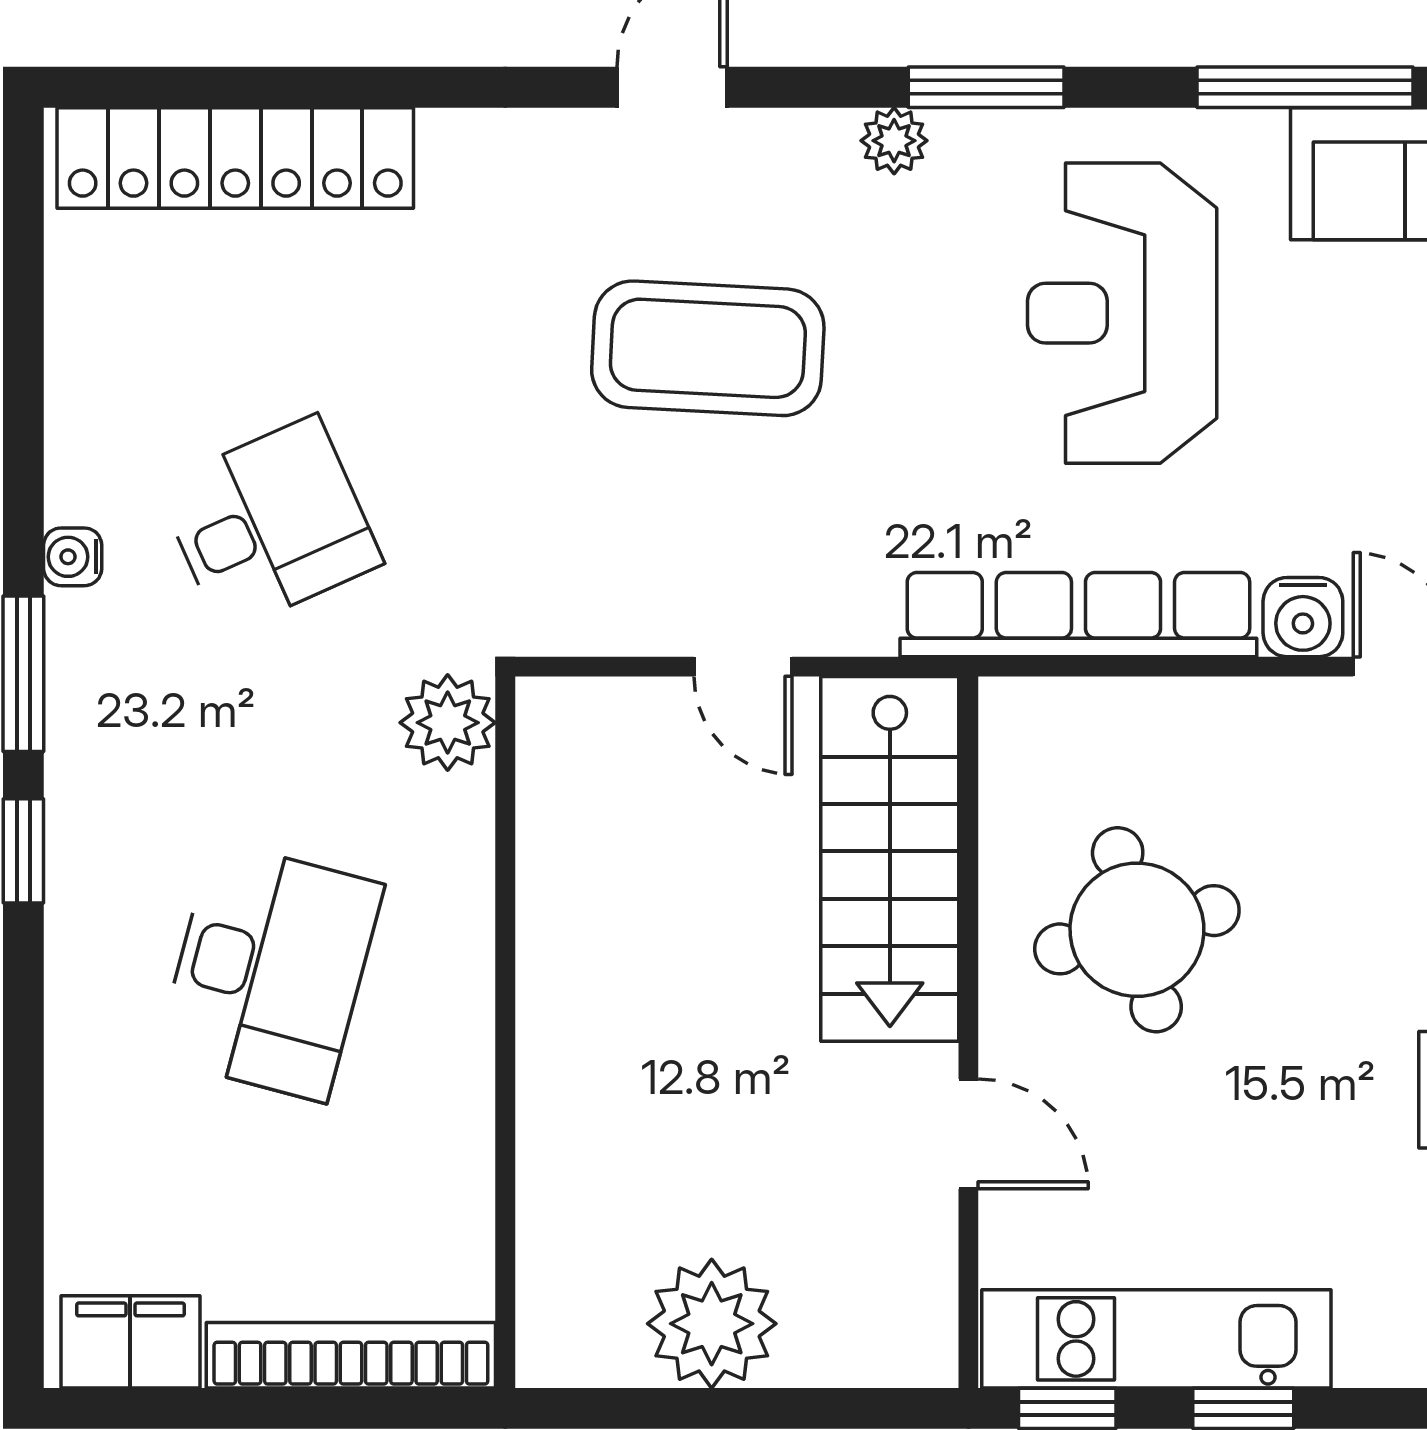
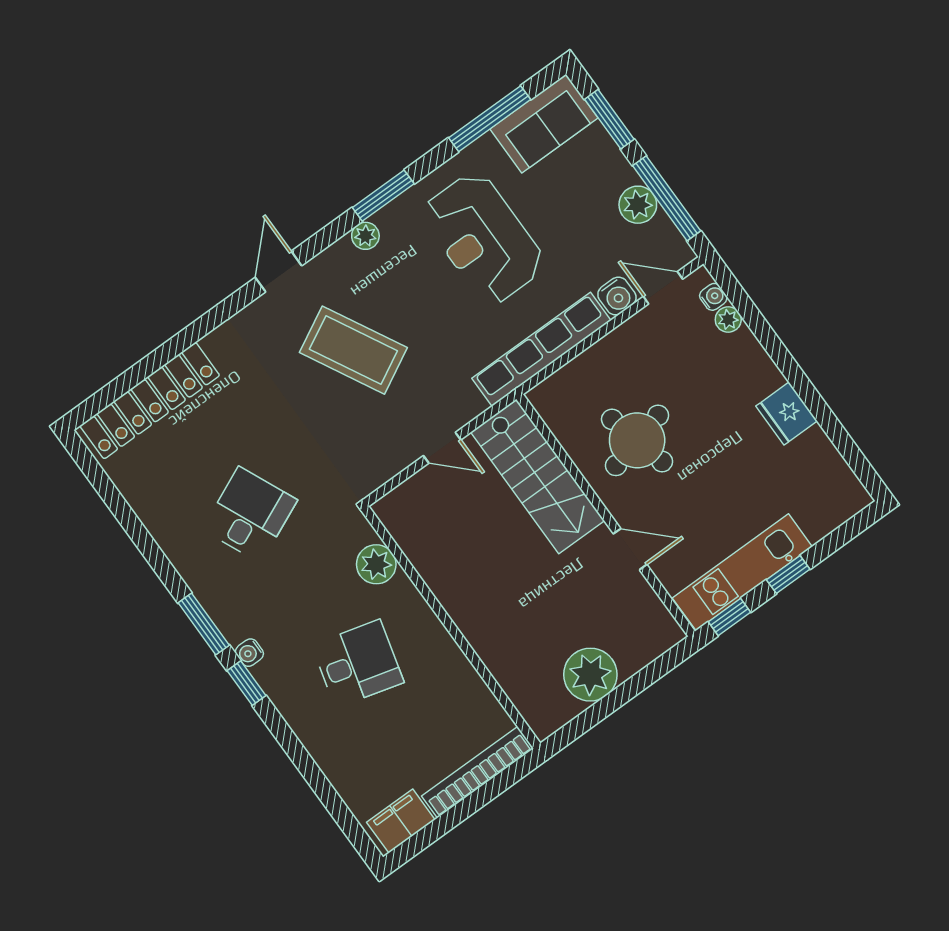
coffee table: (708, 348) -> (353, 350), turned 59
water cooler: (73, 557) -> (249, 653), moved
plant: (448, 723) -> (376, 564), moved
desk: (270, 971) -> (358, 664), width x0.73

